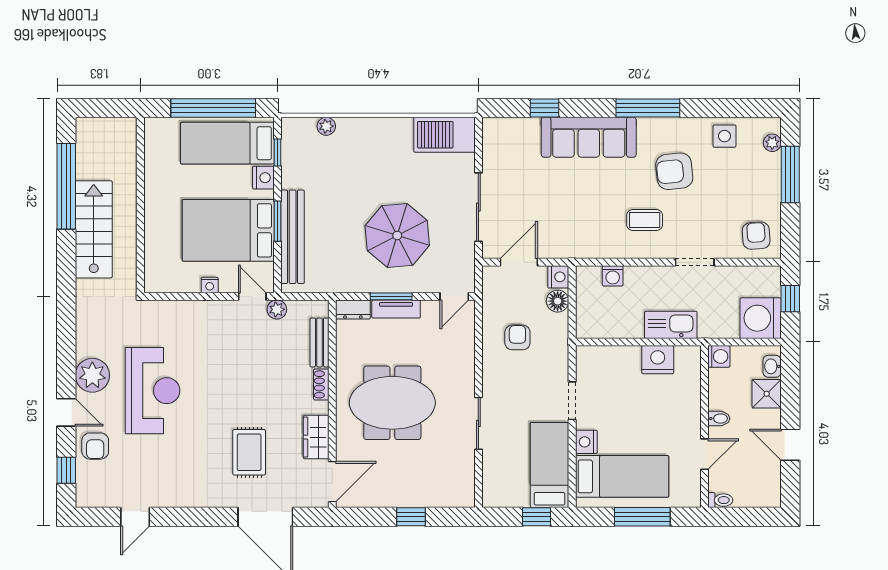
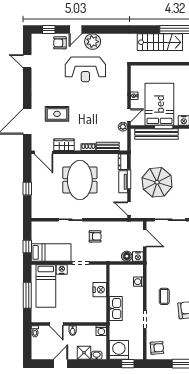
armchair: (517, 337) -> (95, 236), moved
nightstand: (658, 360) -> (100, 290), moved

